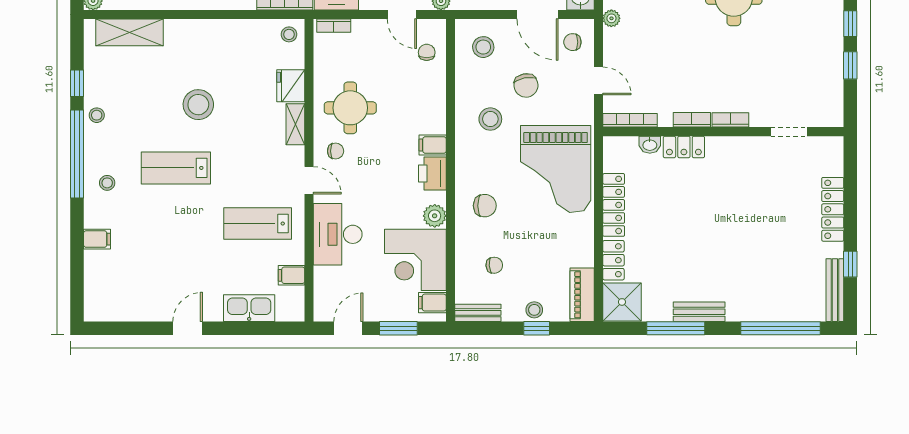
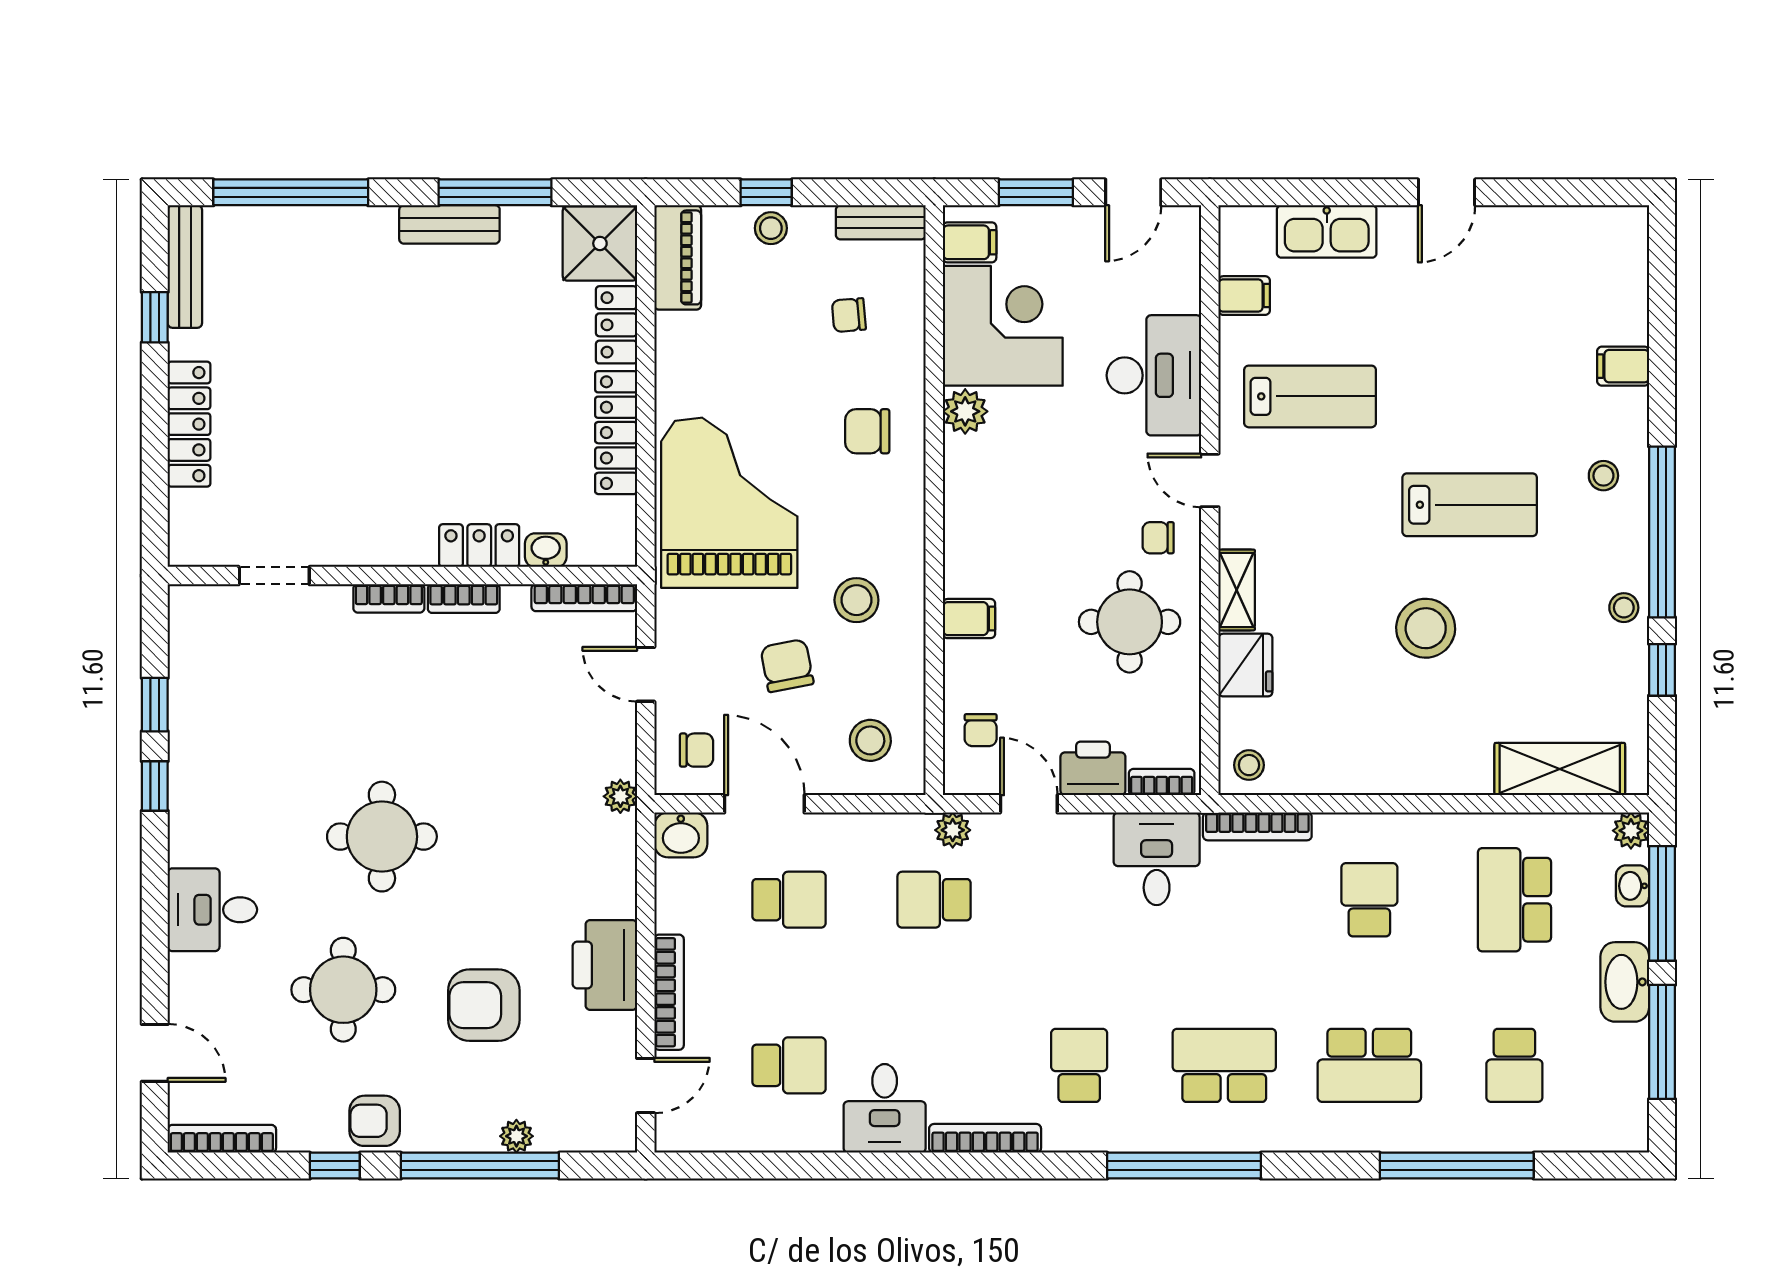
filing cabinet: (433, 145) -> (969, 619), moved
printer: (432, 174) -> (1093, 768), moved, turned -90

